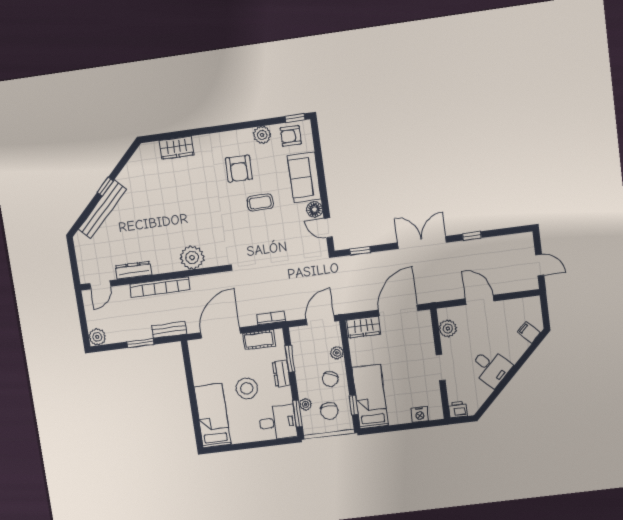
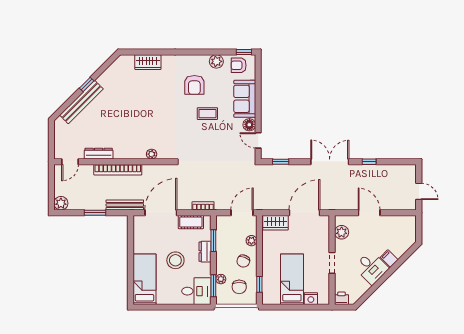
plant: (192, 258) -> (152, 154), width x0.53, depth x0.53
bench: (169, 330) -> (125, 205), width x1.36
filing cabinet: (529, 332) -> (389, 259), moved
bed: (370, 397) -> (292, 279), moved

